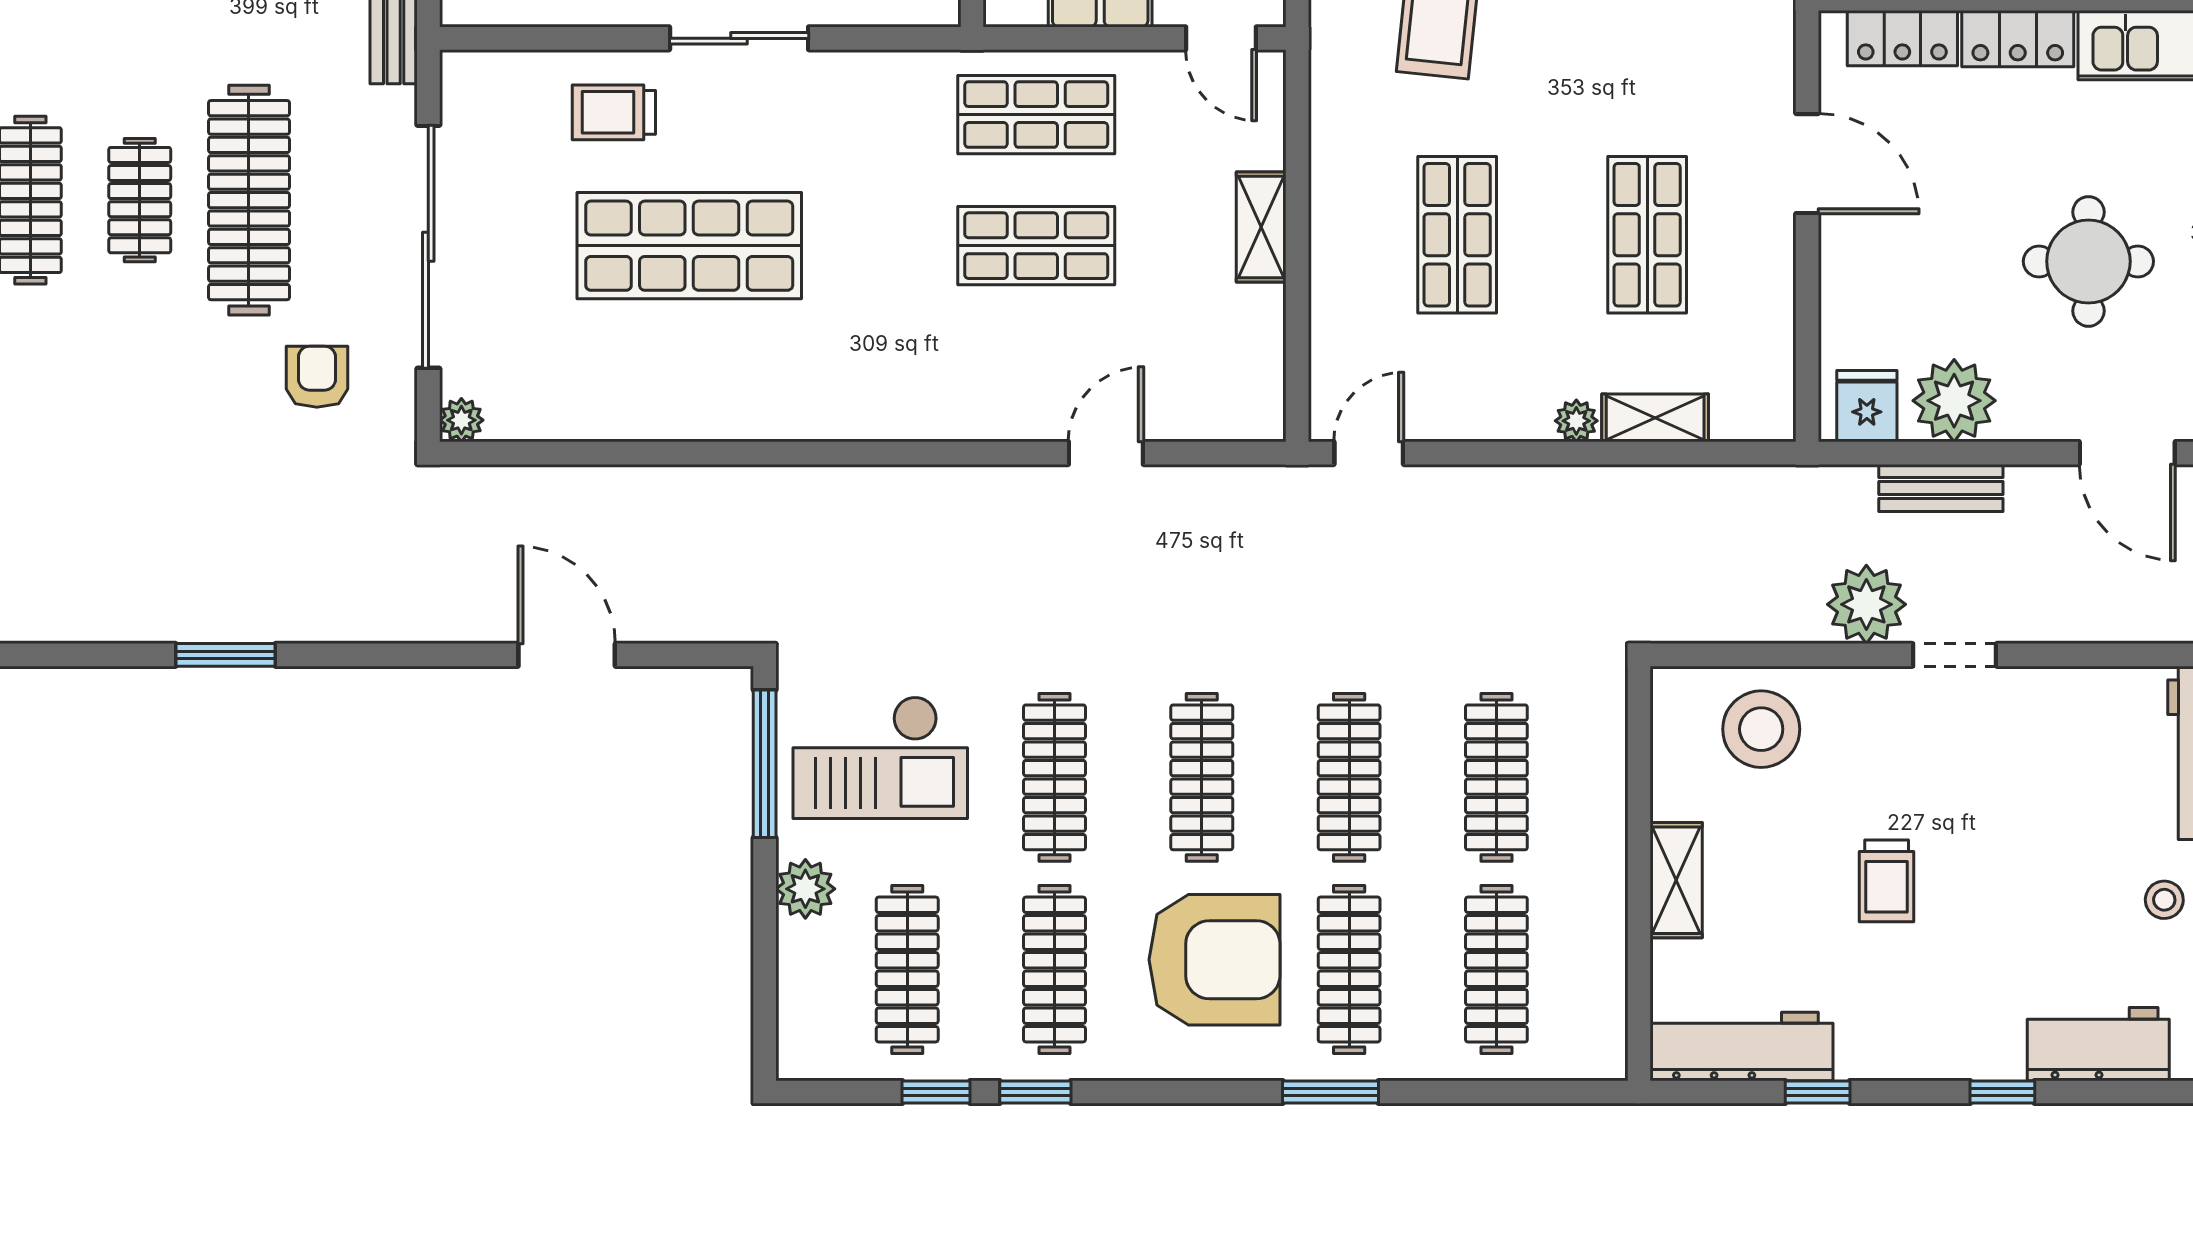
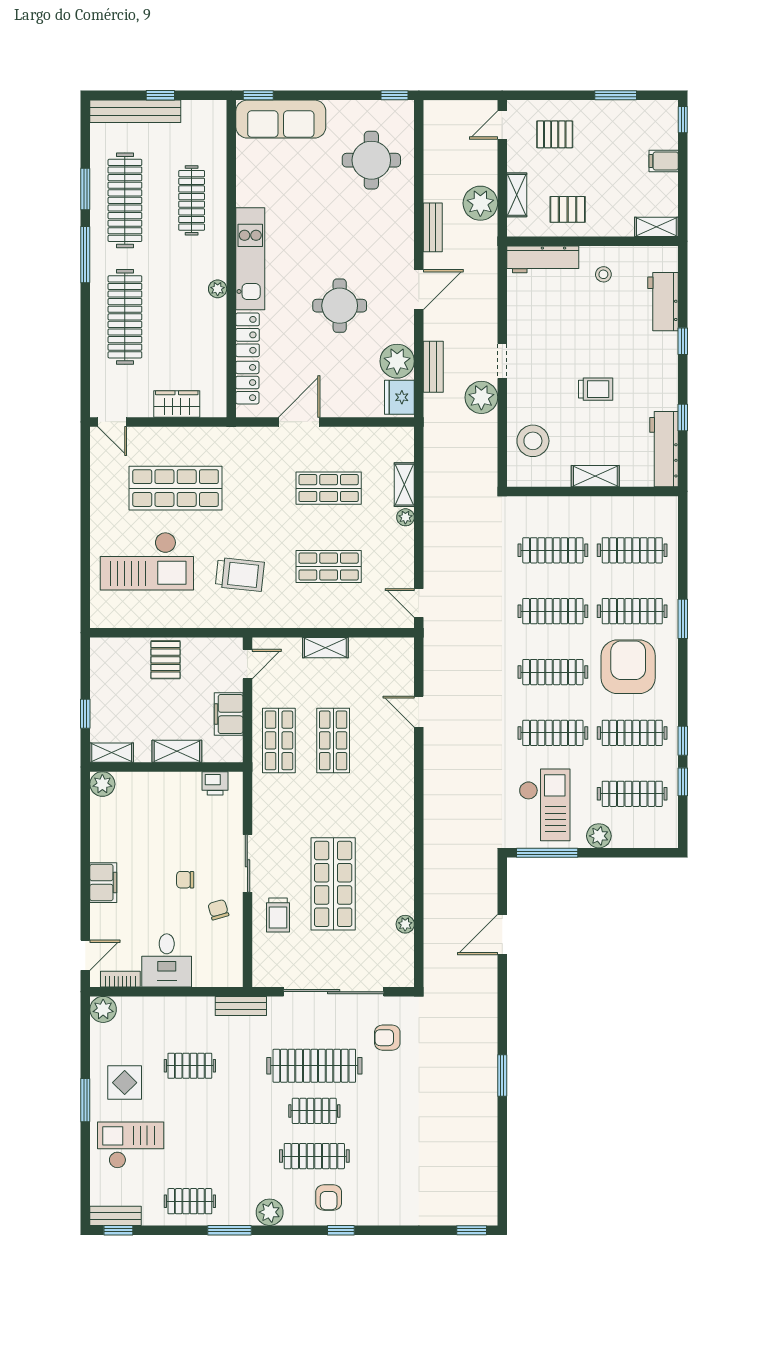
fridge: (1867, 406) -> (399, 397), width x1.38
plant: (461, 420) -> (405, 924), moved

